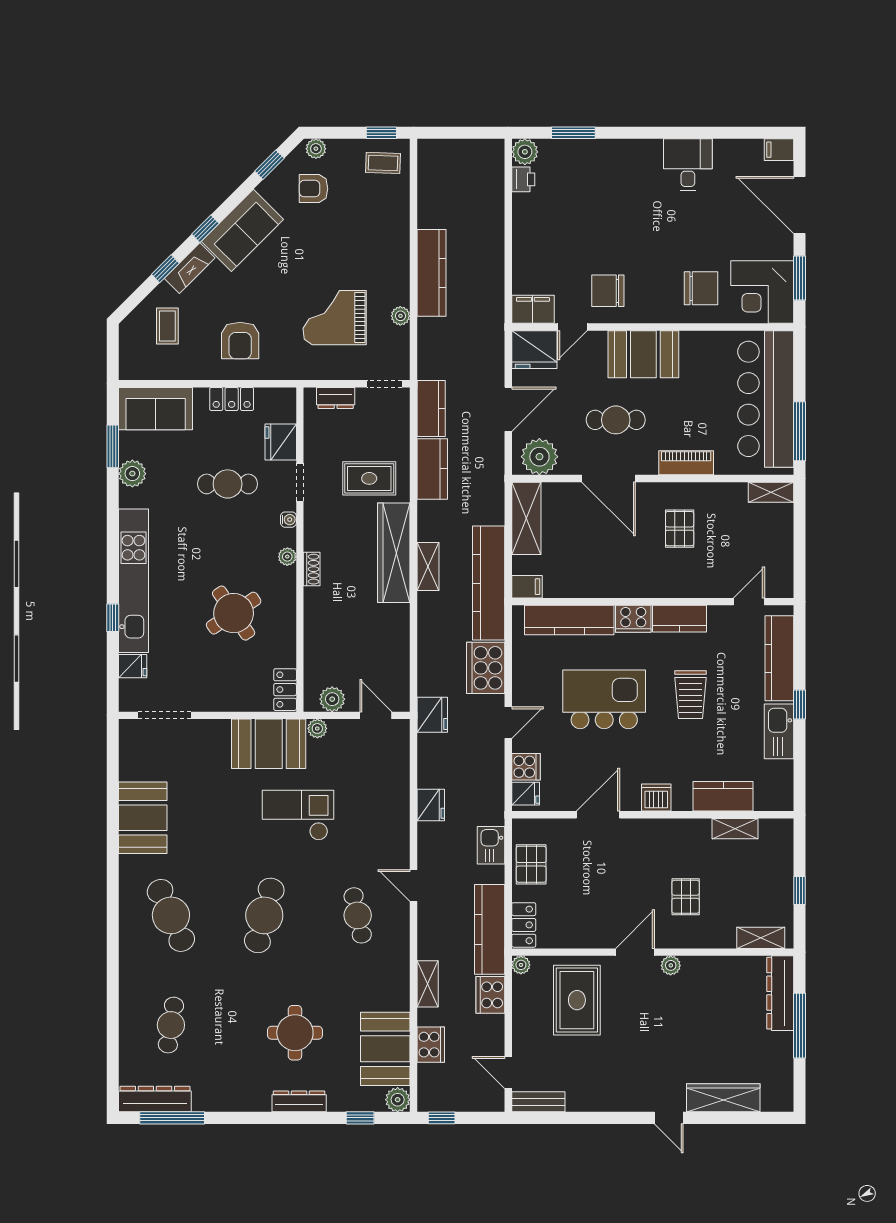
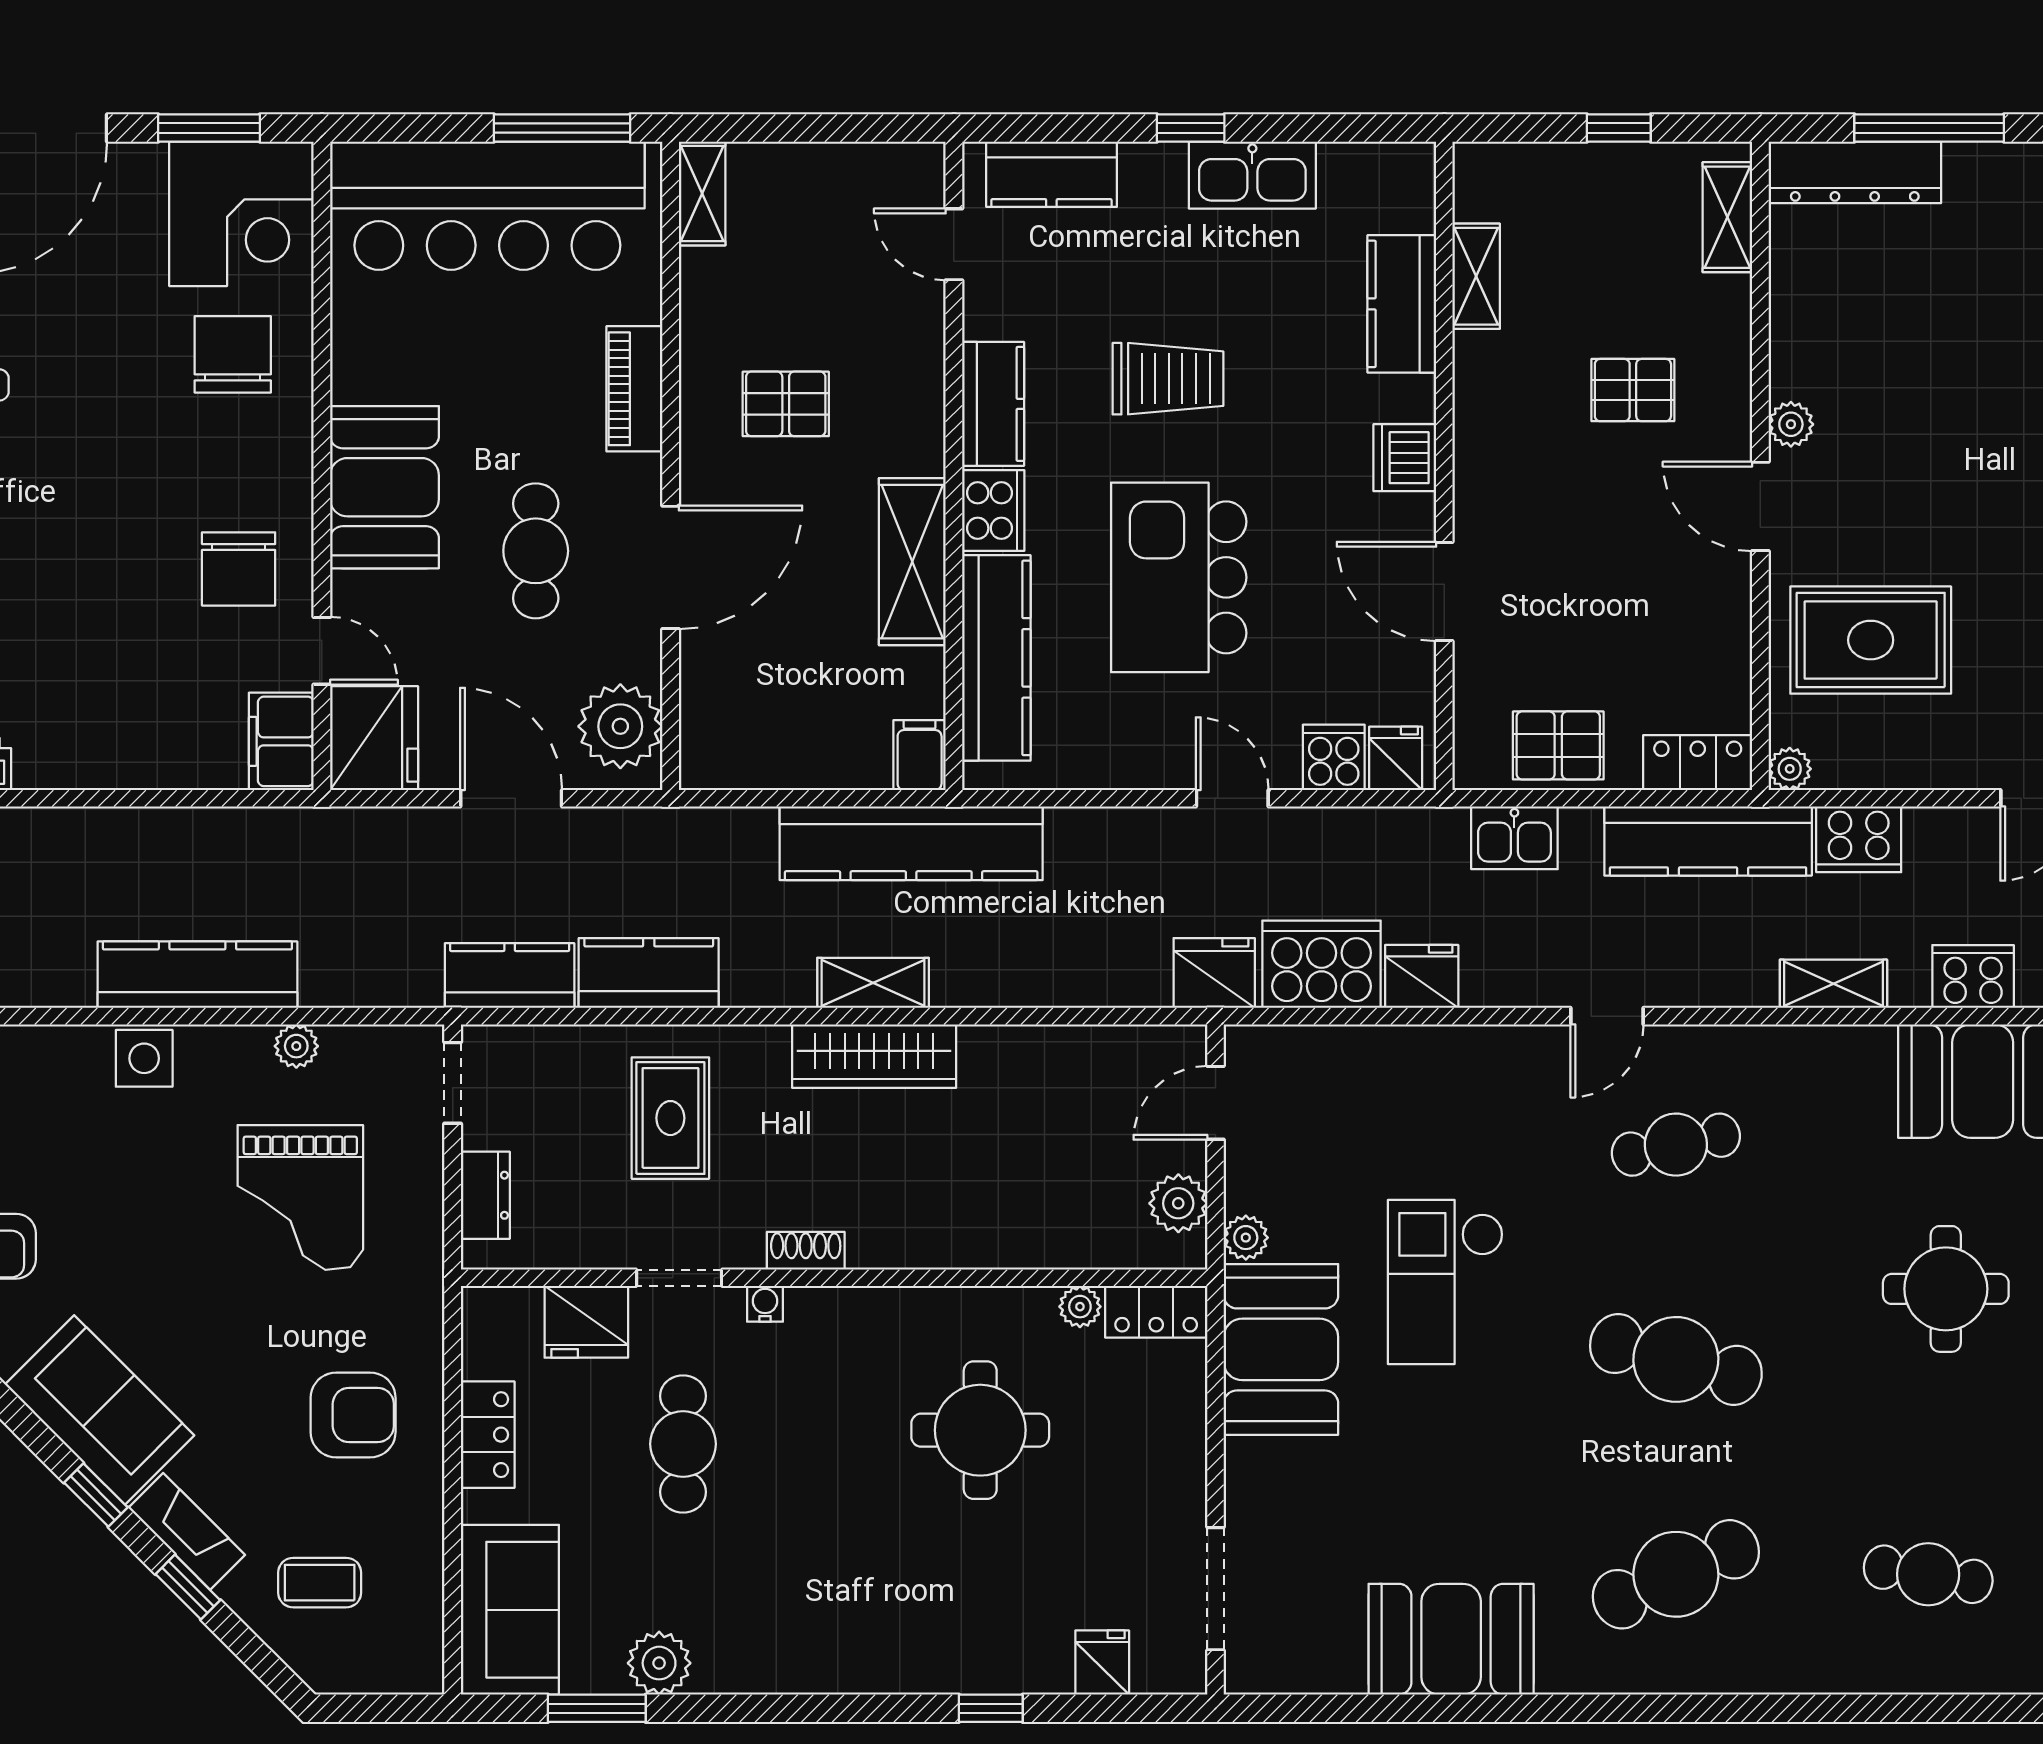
side table: (395, 250) -> (144, 1058), added
shelving: (526, 518) -> (912, 562), moved, turned 90
wardrobe: (394, 553) -> (874, 1056), width x0.71, depth x0.85
plant: (287, 557) -> (1080, 1307), moved
shoe rack: (312, 569) -> (806, 1251), moved
kitchen unit: (133, 581) -> (906, 1660), removed
round table: (234, 613) -> (980, 1430), turned 34
kitchen counter: (779, 658) -> (1051, 174), width x0.67
cooker: (486, 668) -> (1322, 964), moved, turned 180

